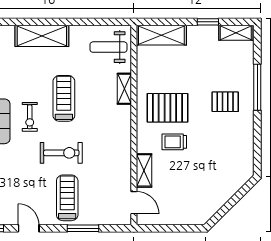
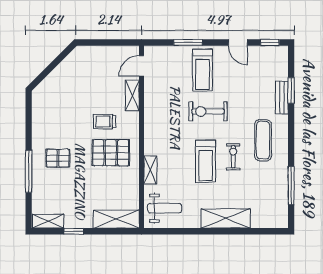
exercise bike: (30, 117) -> (233, 157), moved
trolley: (174, 142) -> (104, 121), turned 180
door: (134, 203) -> (141, 66), hinge flipped

